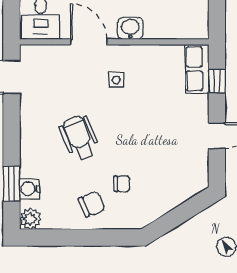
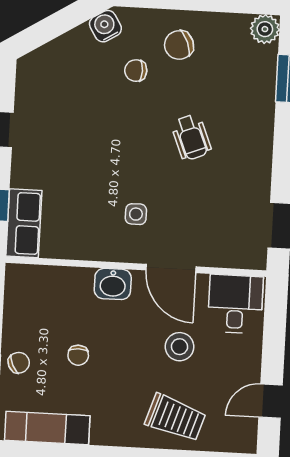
wheelchair: (79, 138) -> (191, 137), width x0.73, depth x0.73
water cooler: (30, 189) -> (105, 26), moved, turned -122

